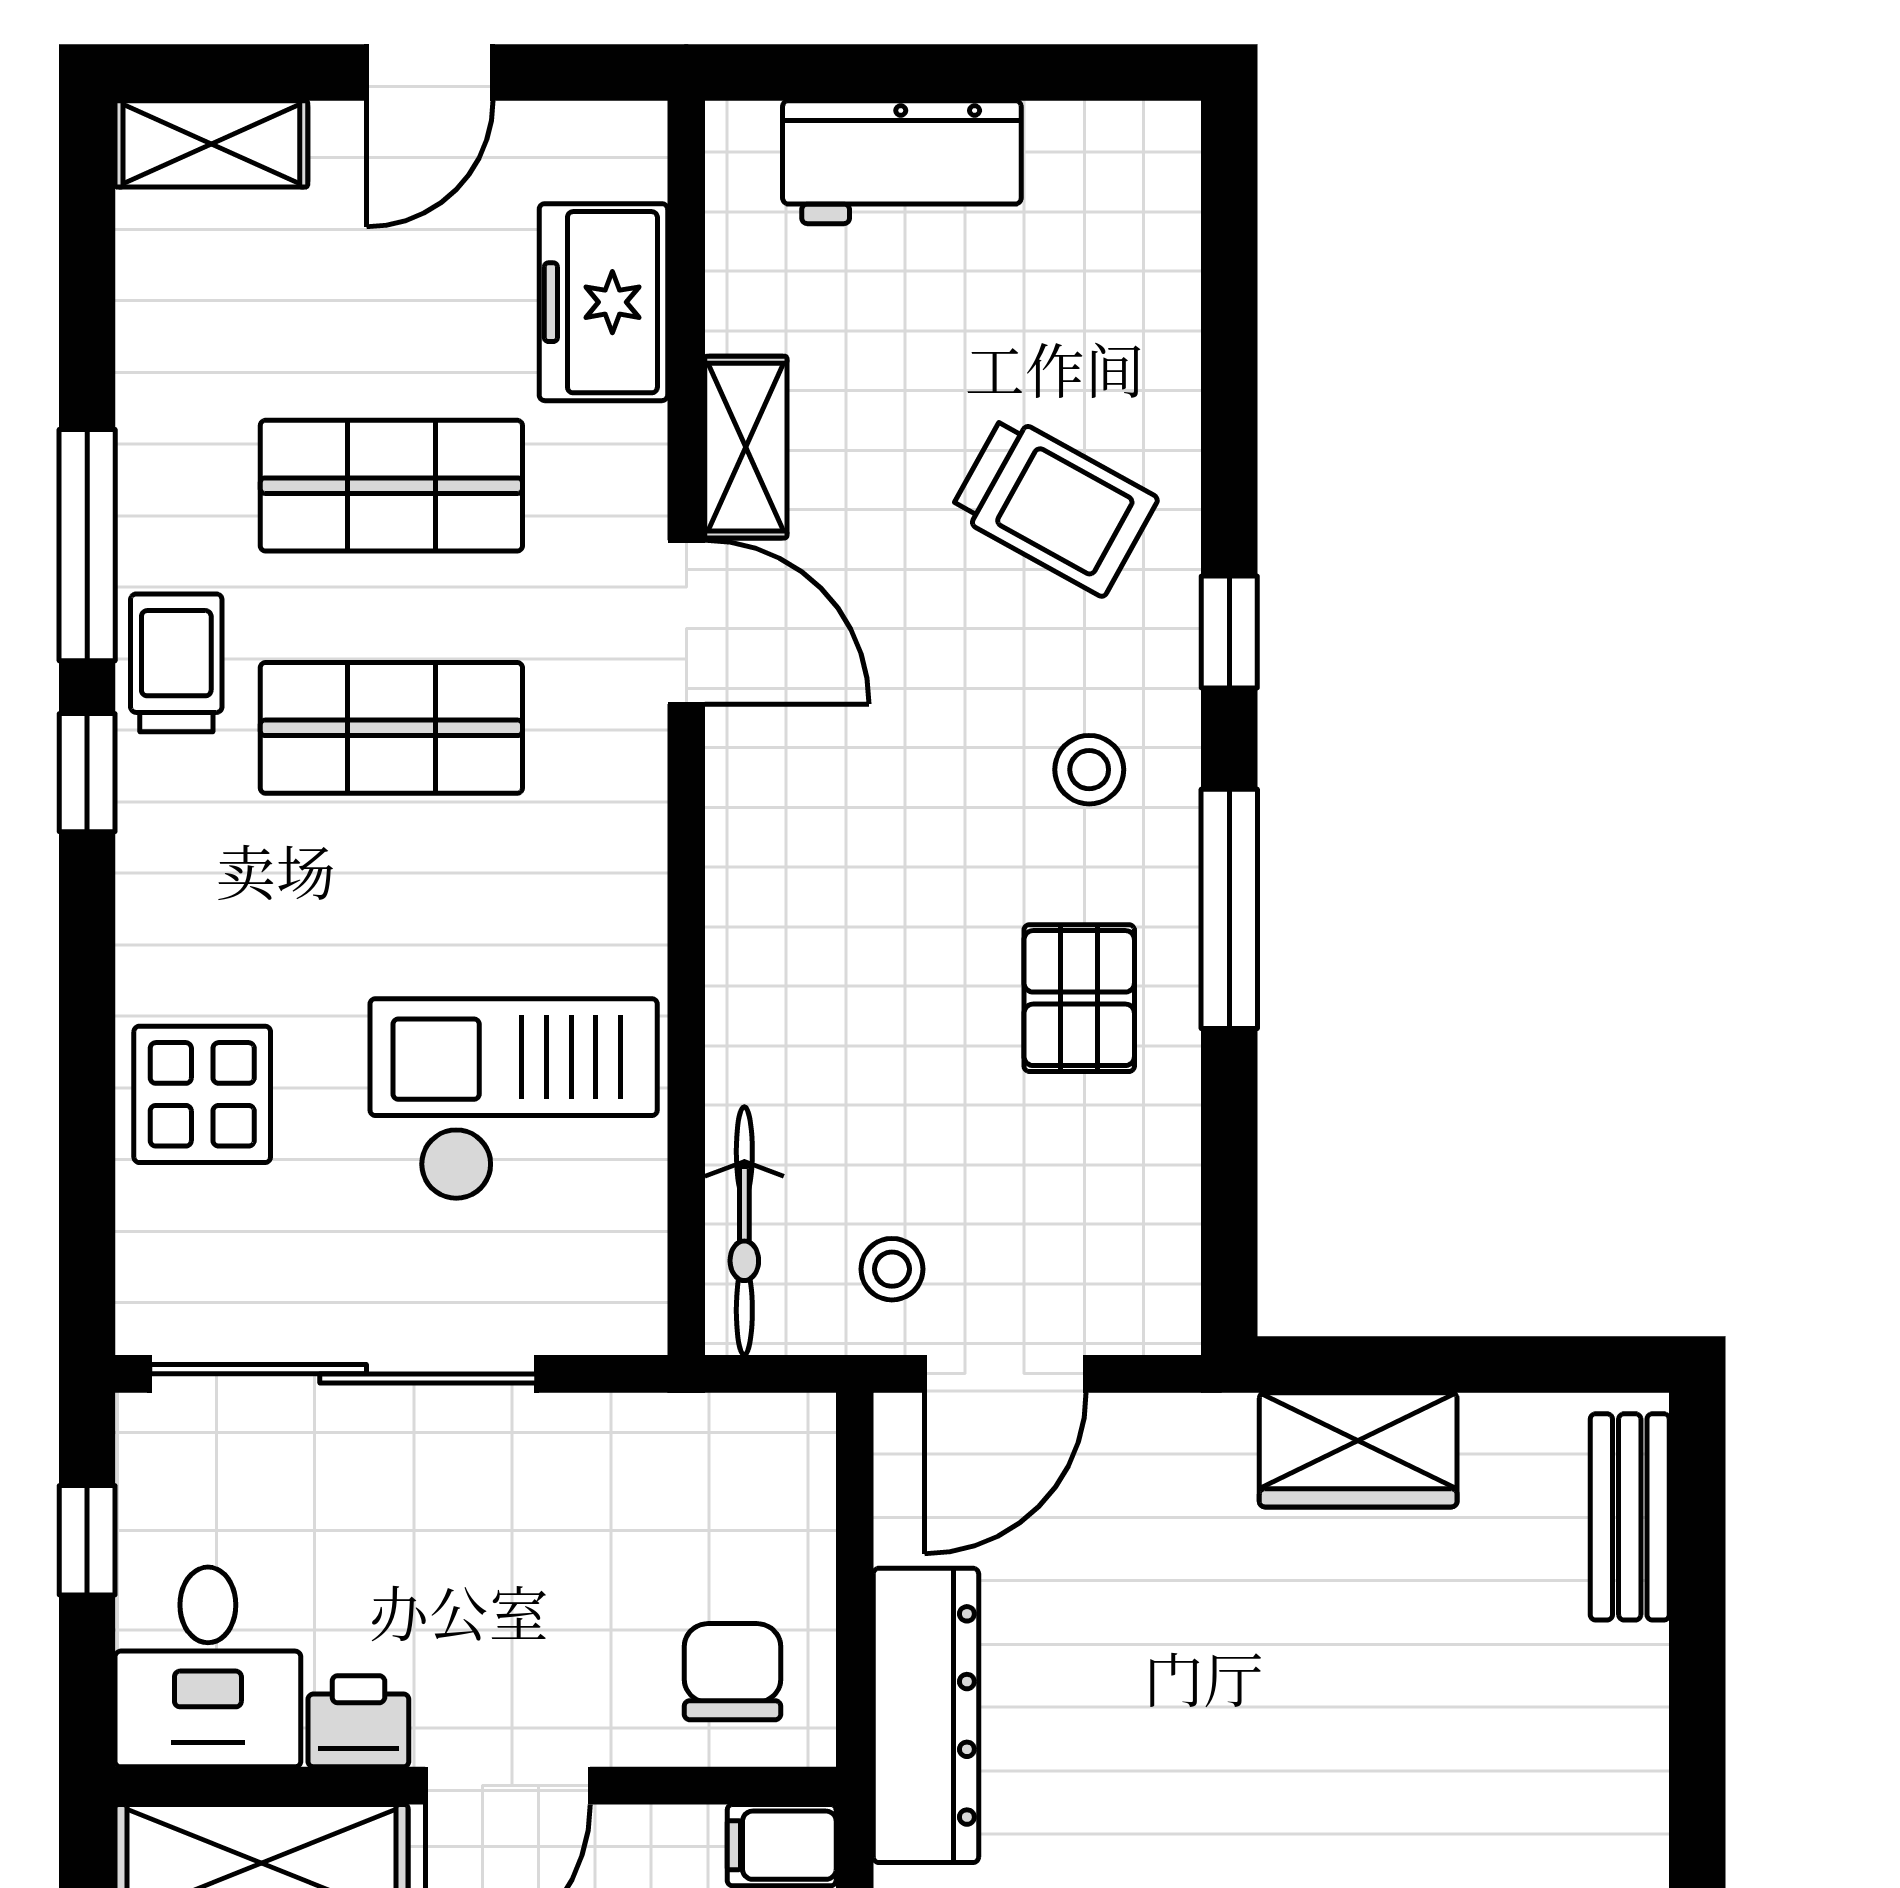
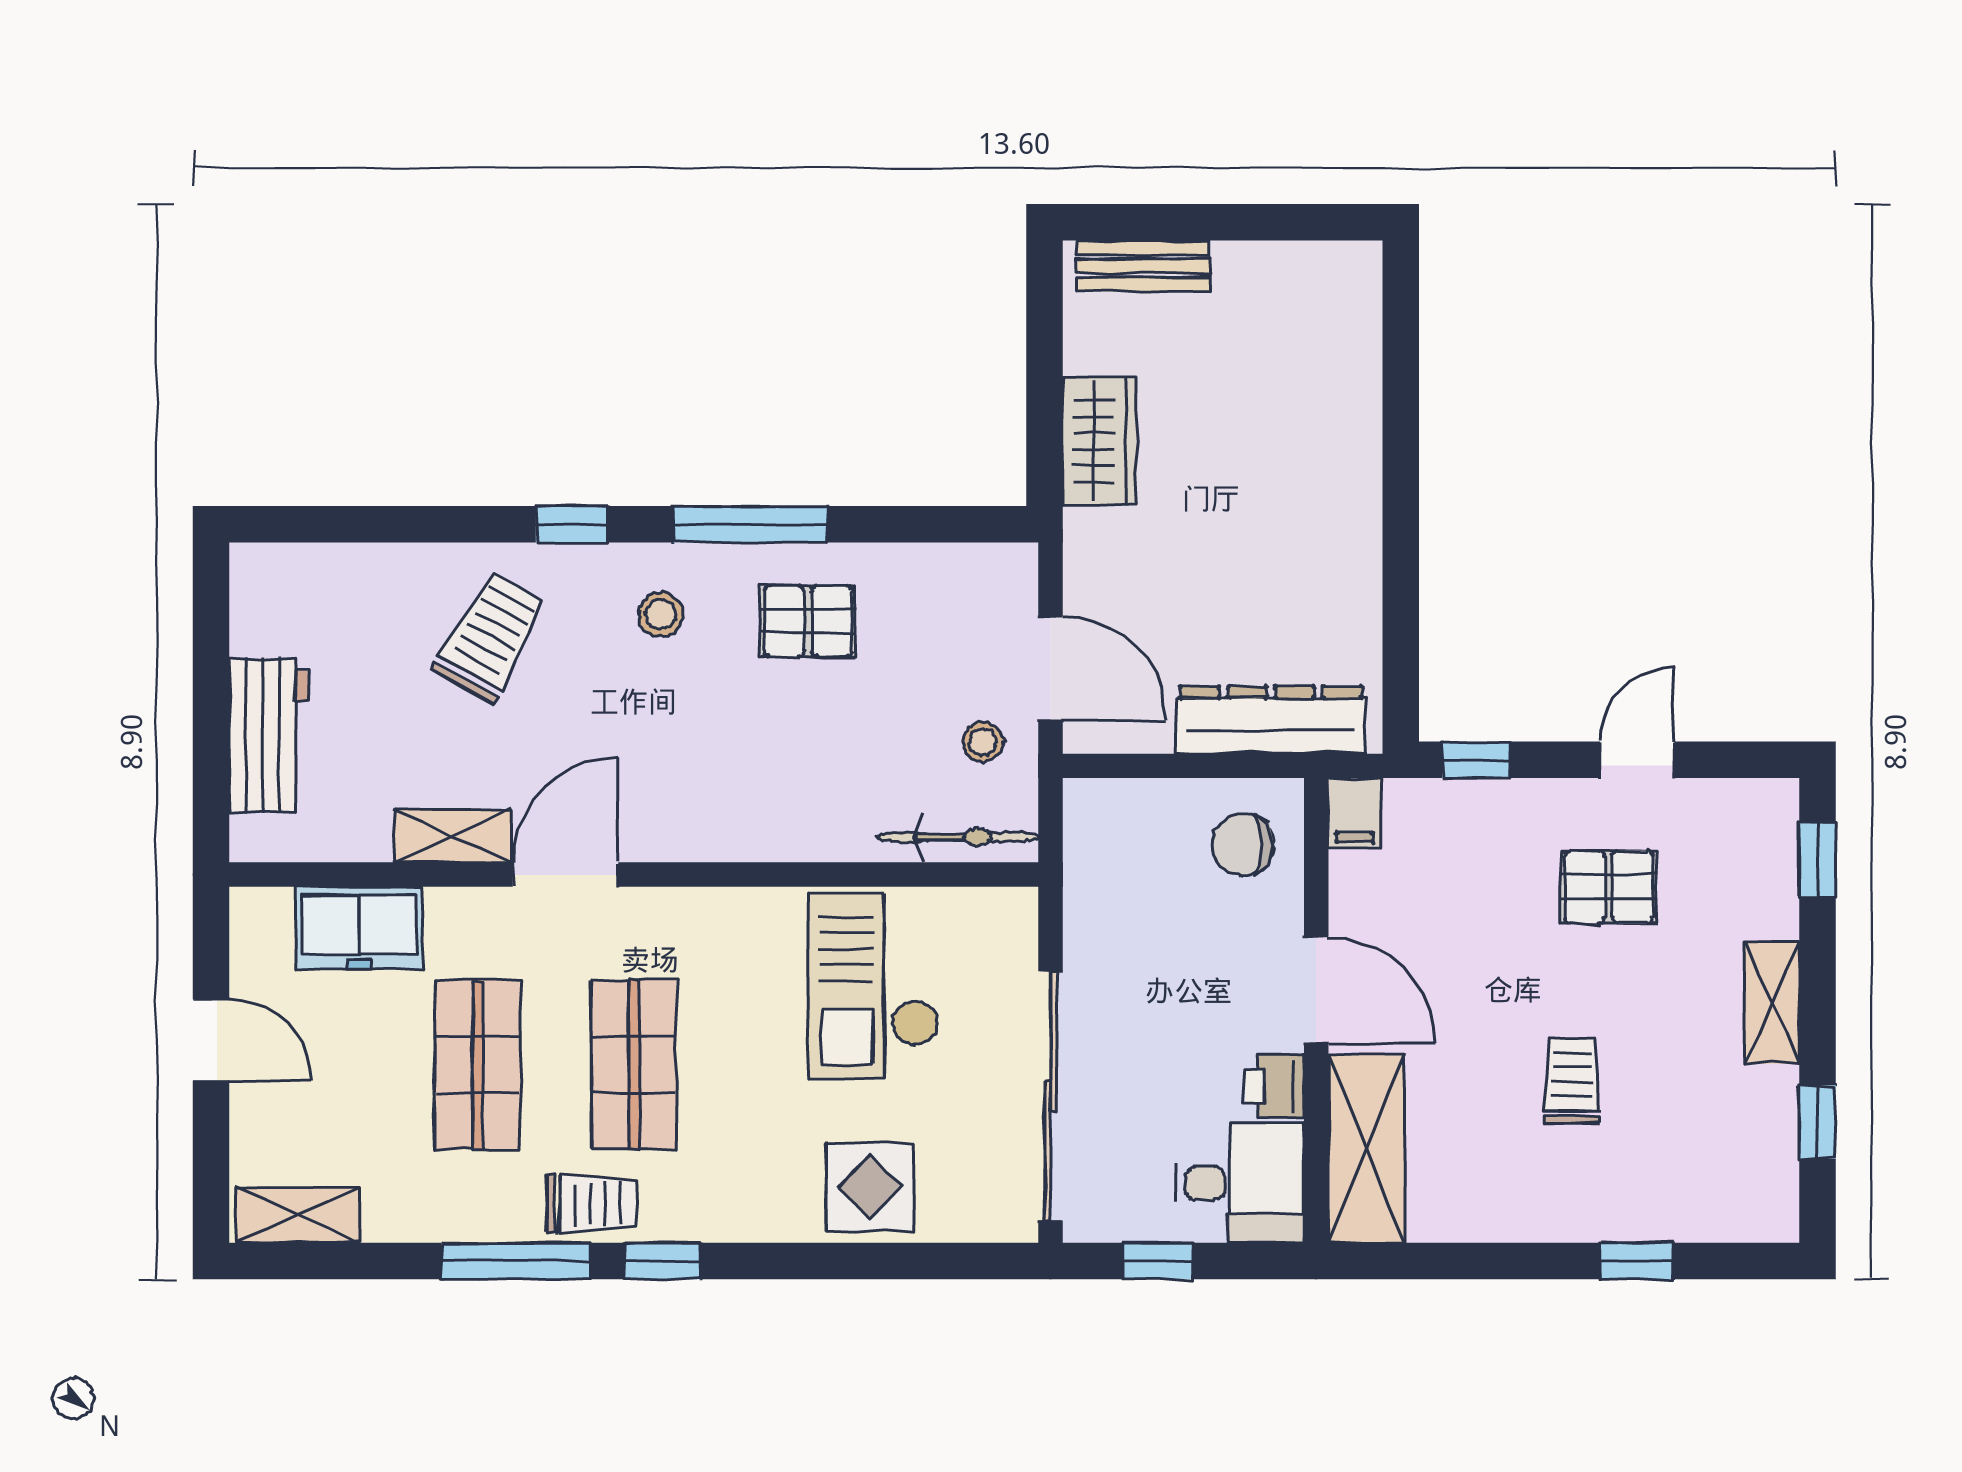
shelving: (211, 144) -> (298, 1215), moved, turned 90
trolley: (176, 663) -> (592, 1204), turned 180

